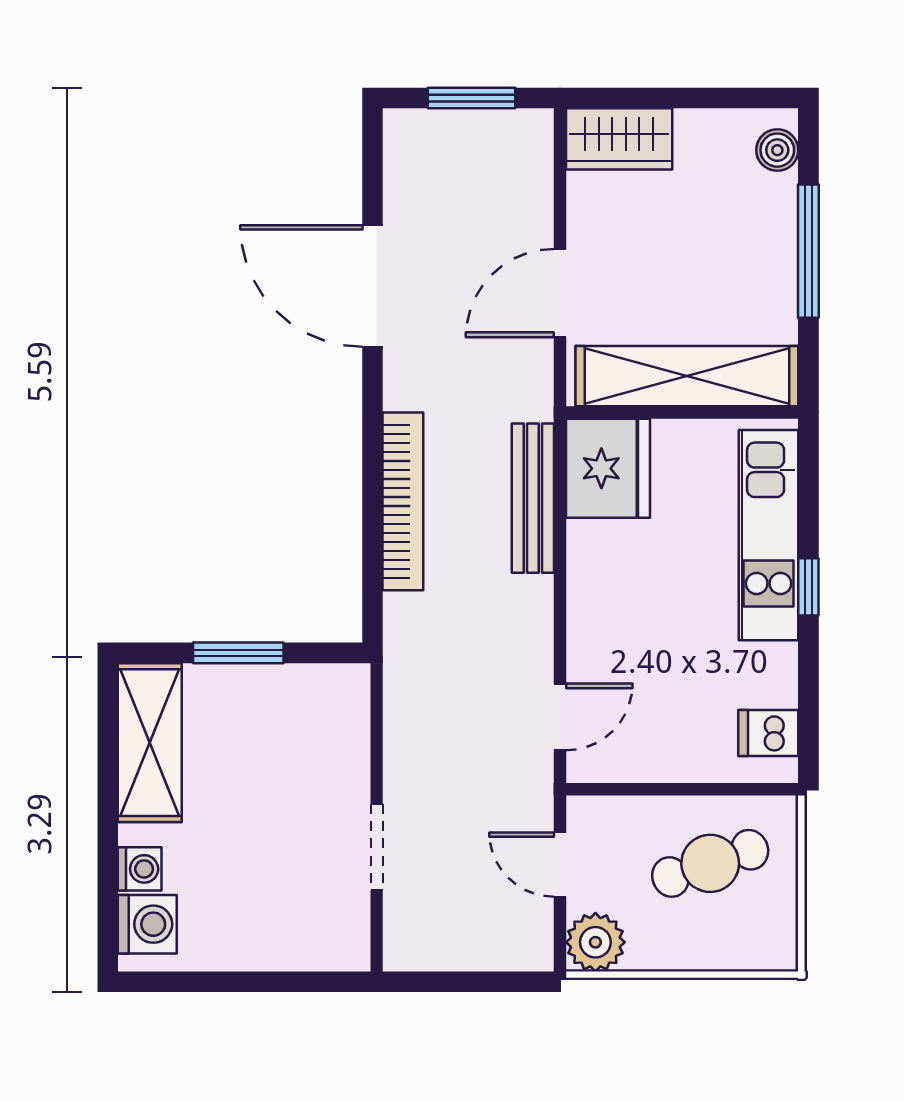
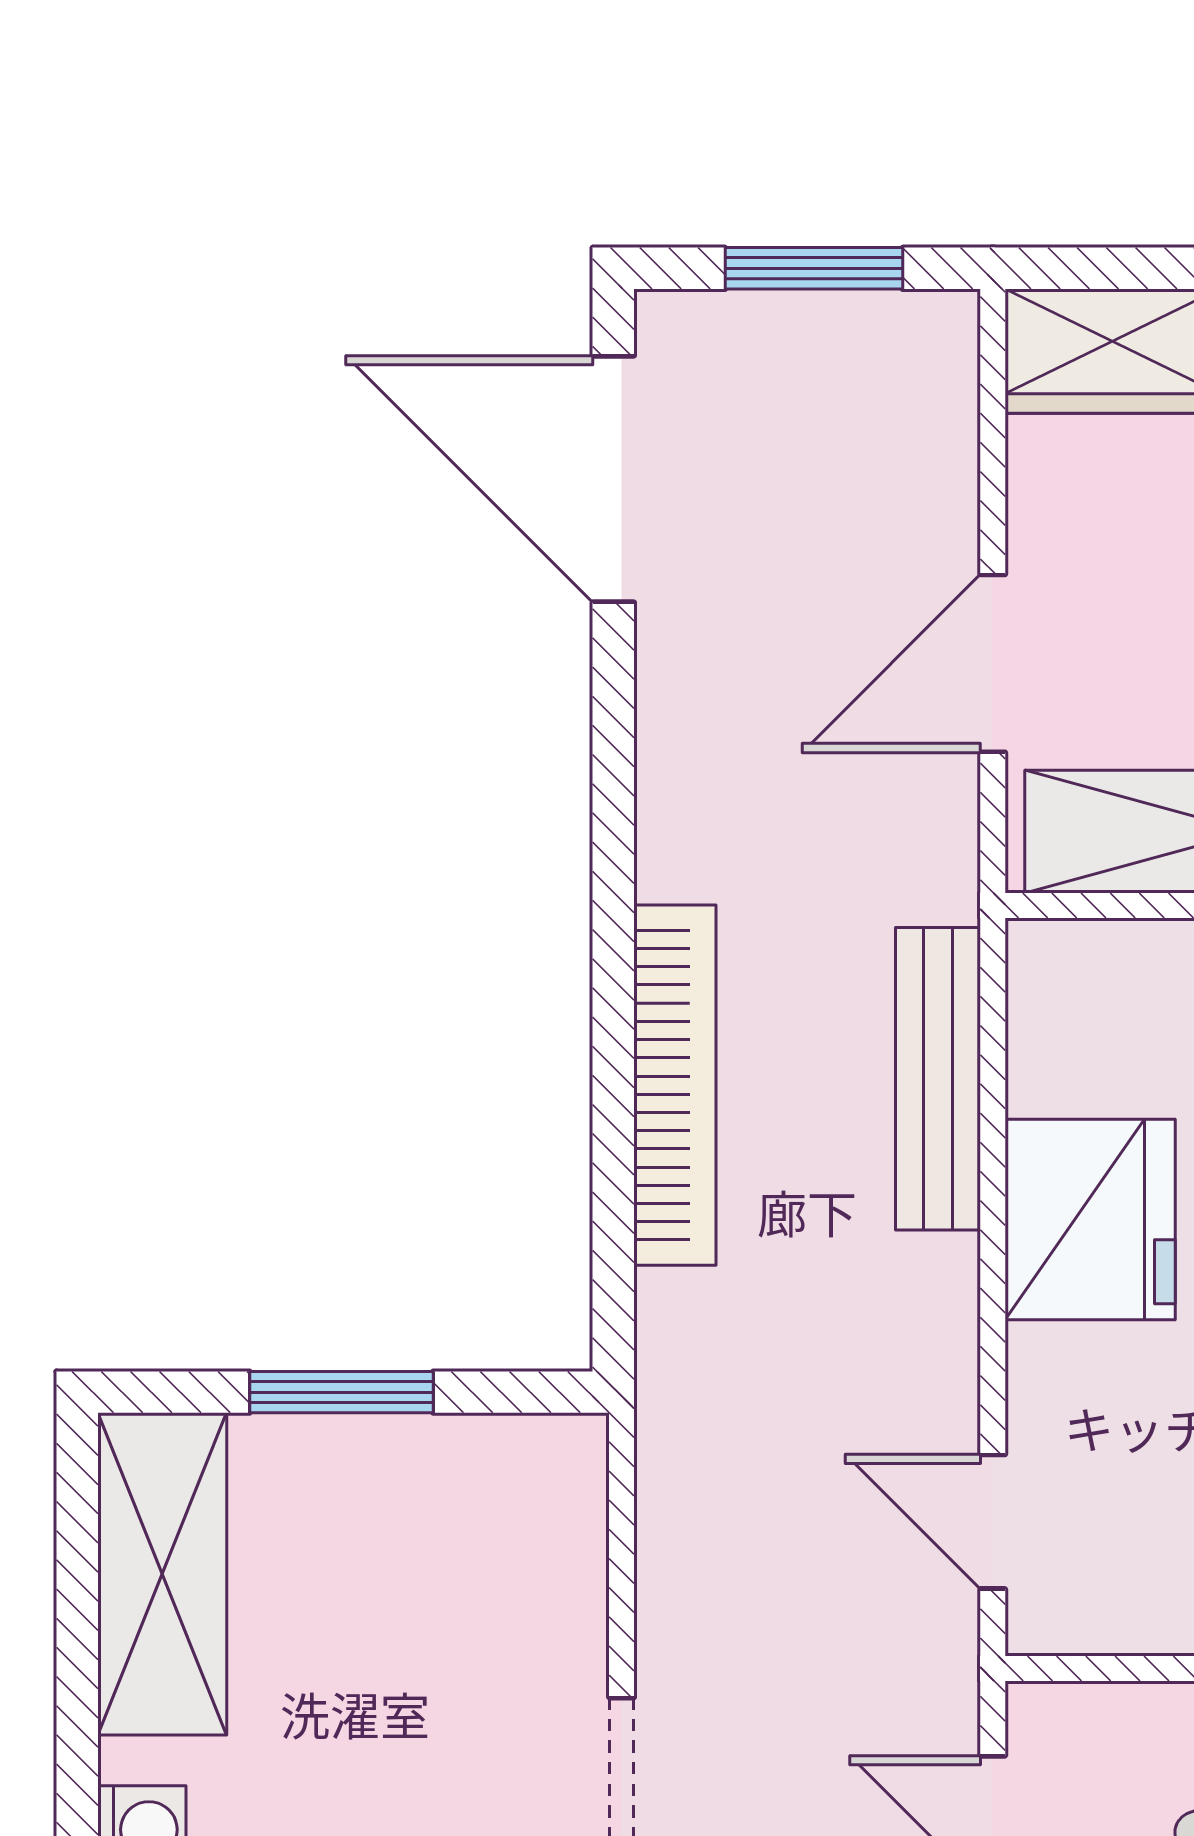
door: (373, 286) -> (613, 479), moved
fridge: (608, 468) -> (1090, 1219), moved
door: (560, 717) -> (993, 1522), swing flipped

